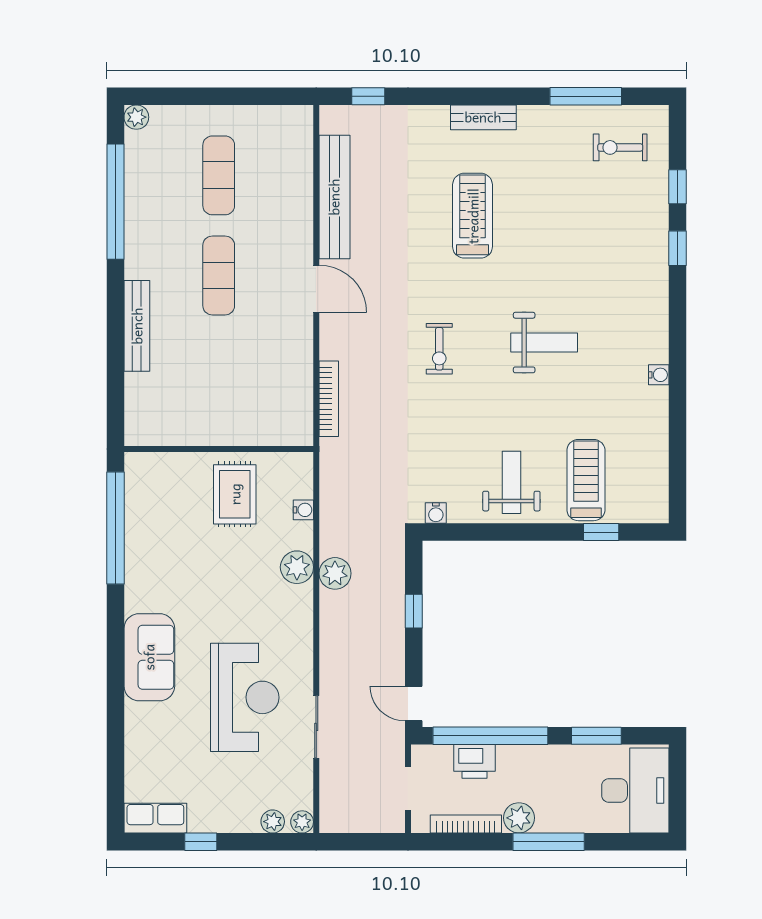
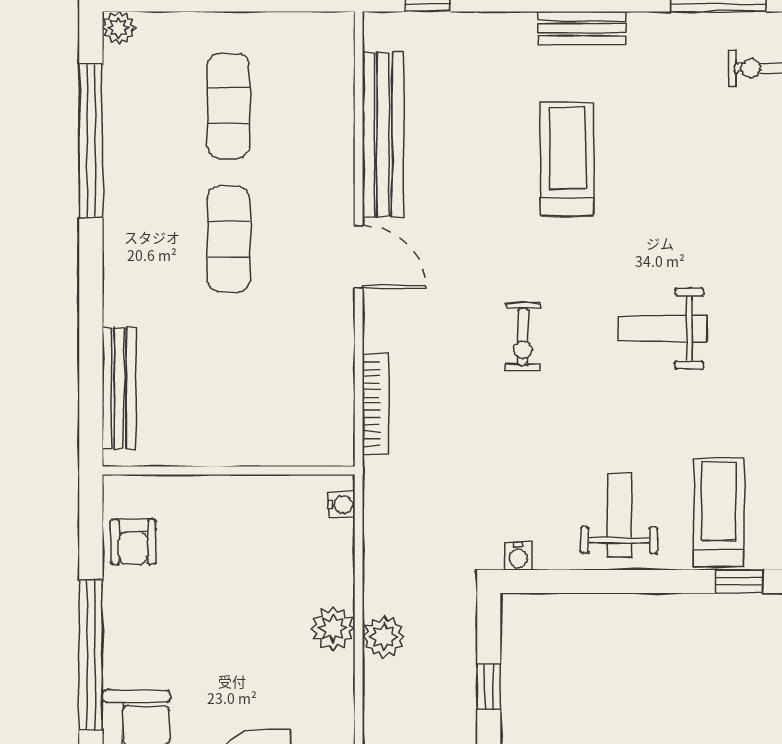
bench: (137, 326) -> (119, 388), moved
weight bench: (544, 343) -> (663, 329), turned 180
rug: (235, 494) -> (250, 531), removed
armchair: (147, 502) -> (133, 542), added
water cooler: (303, 510) -> (341, 504), moved
window: (115, 528) -> (91, 655), moved

